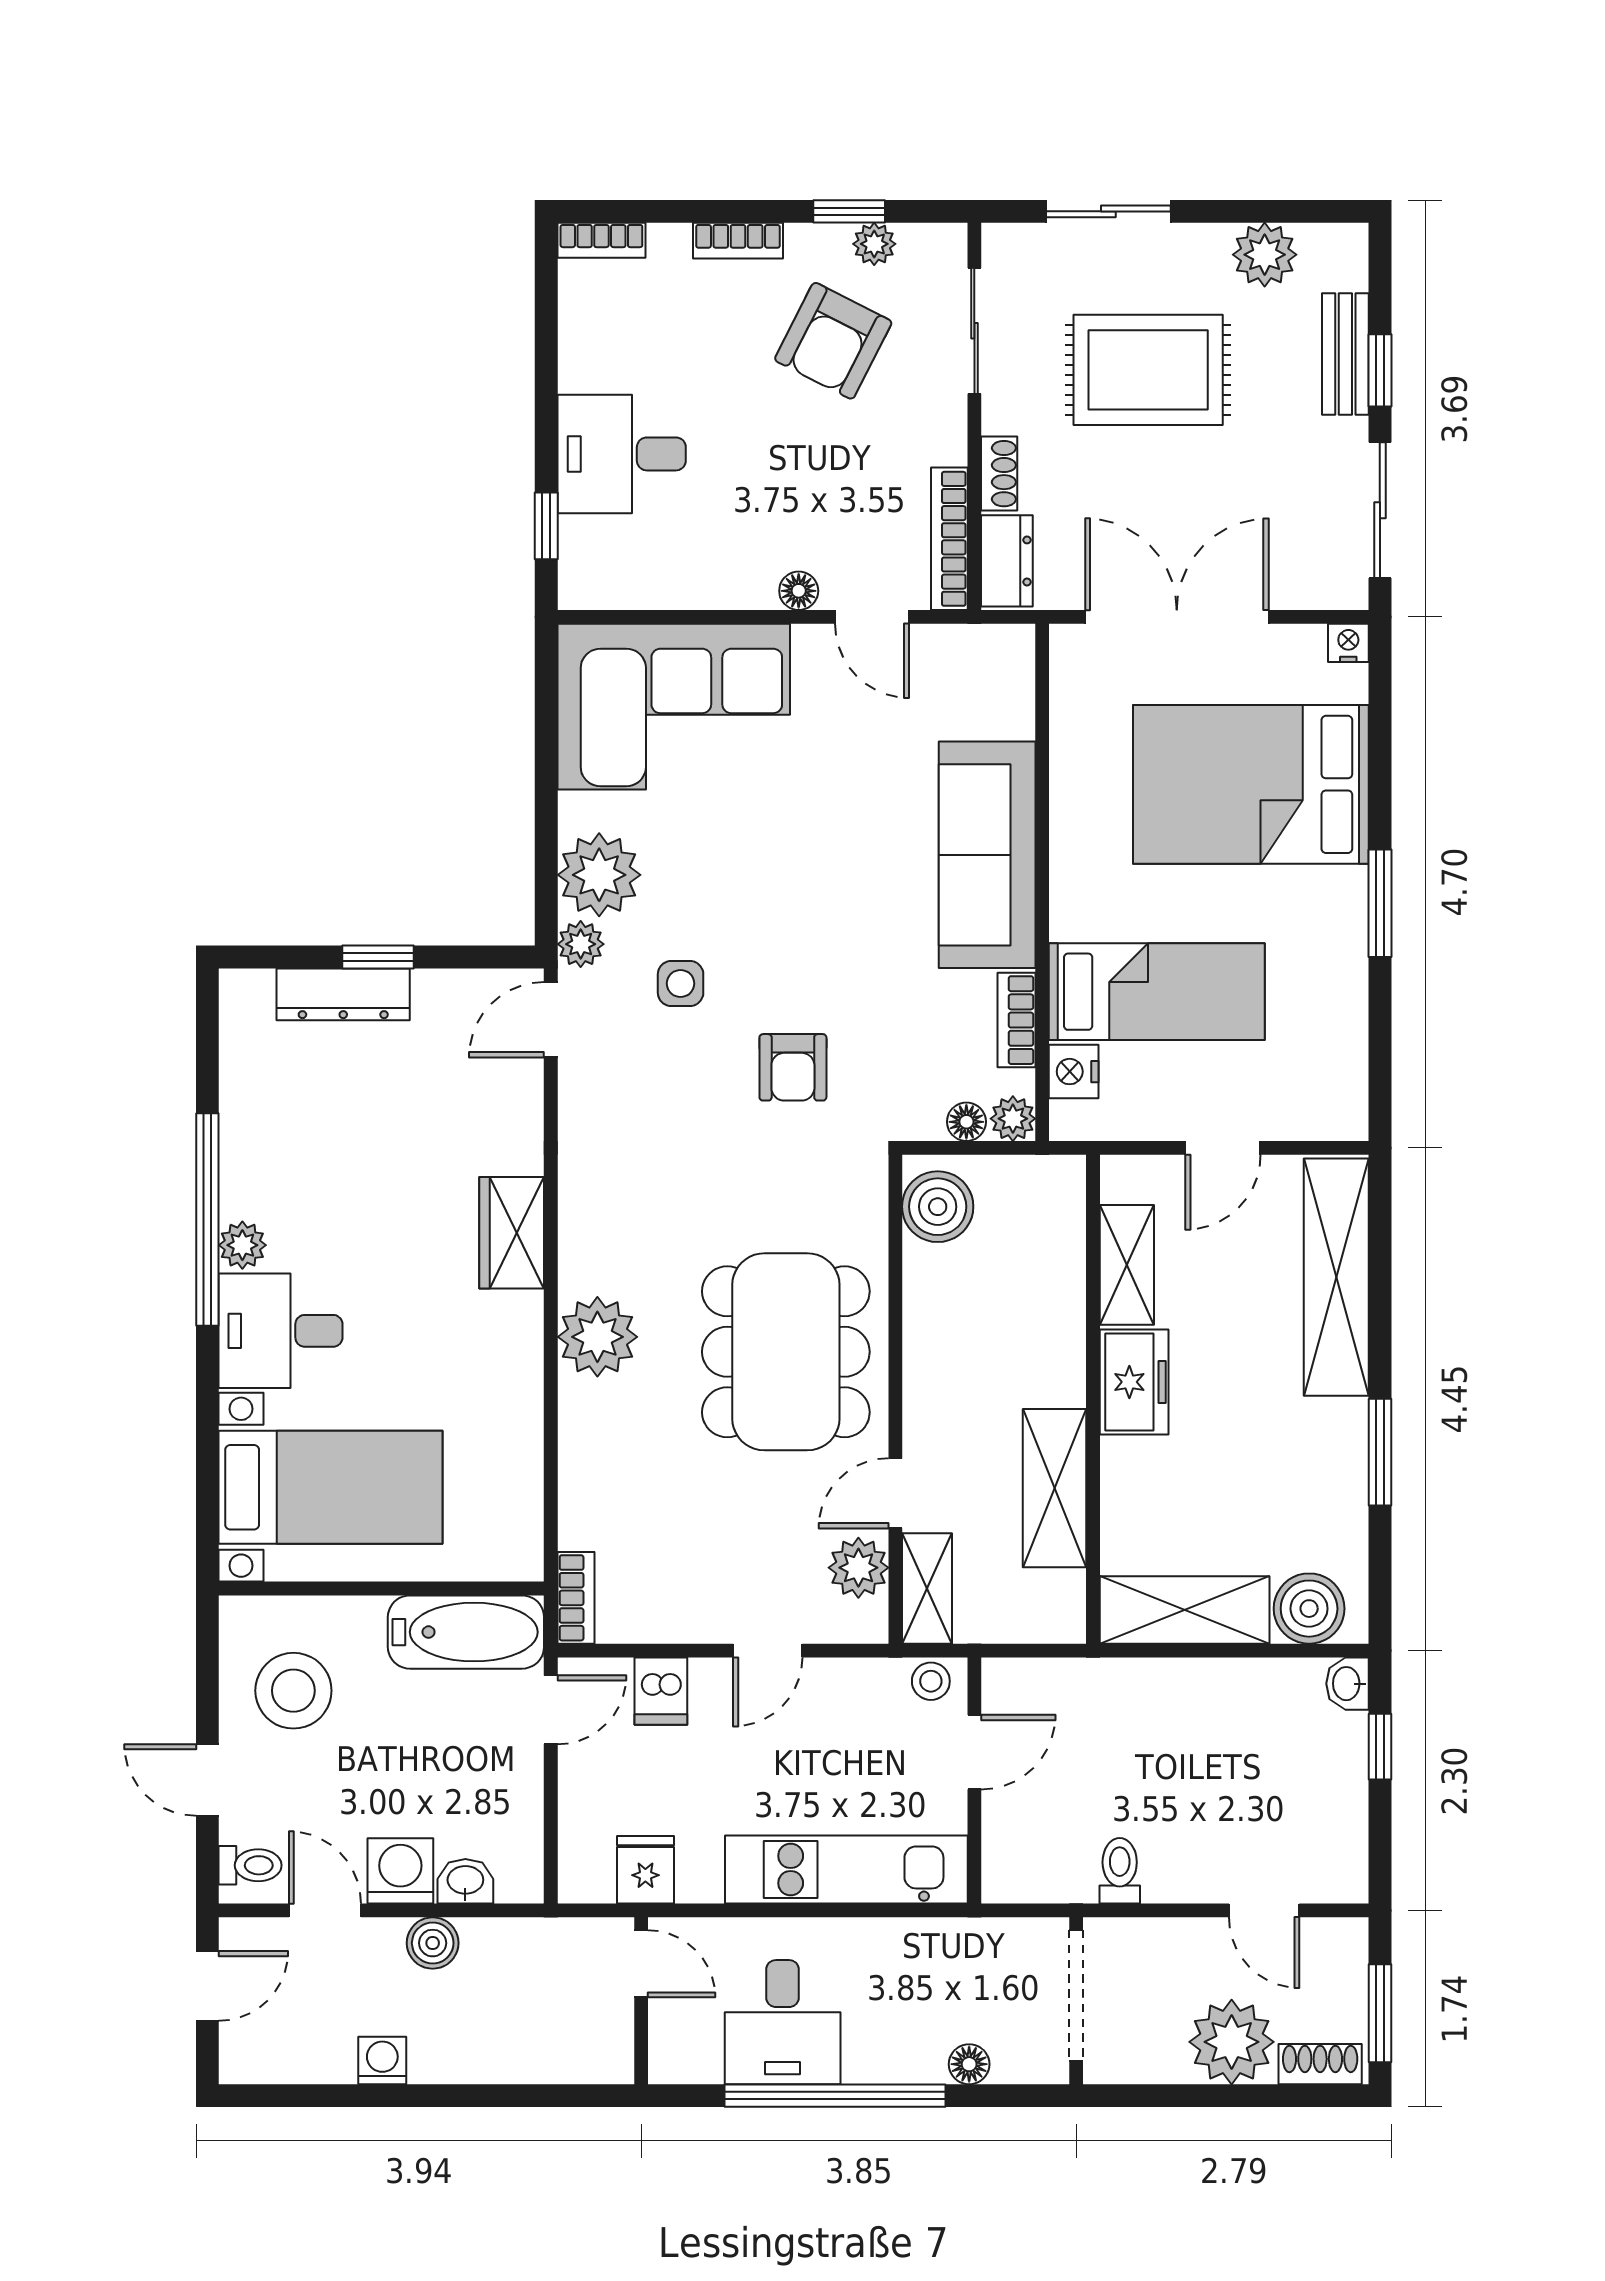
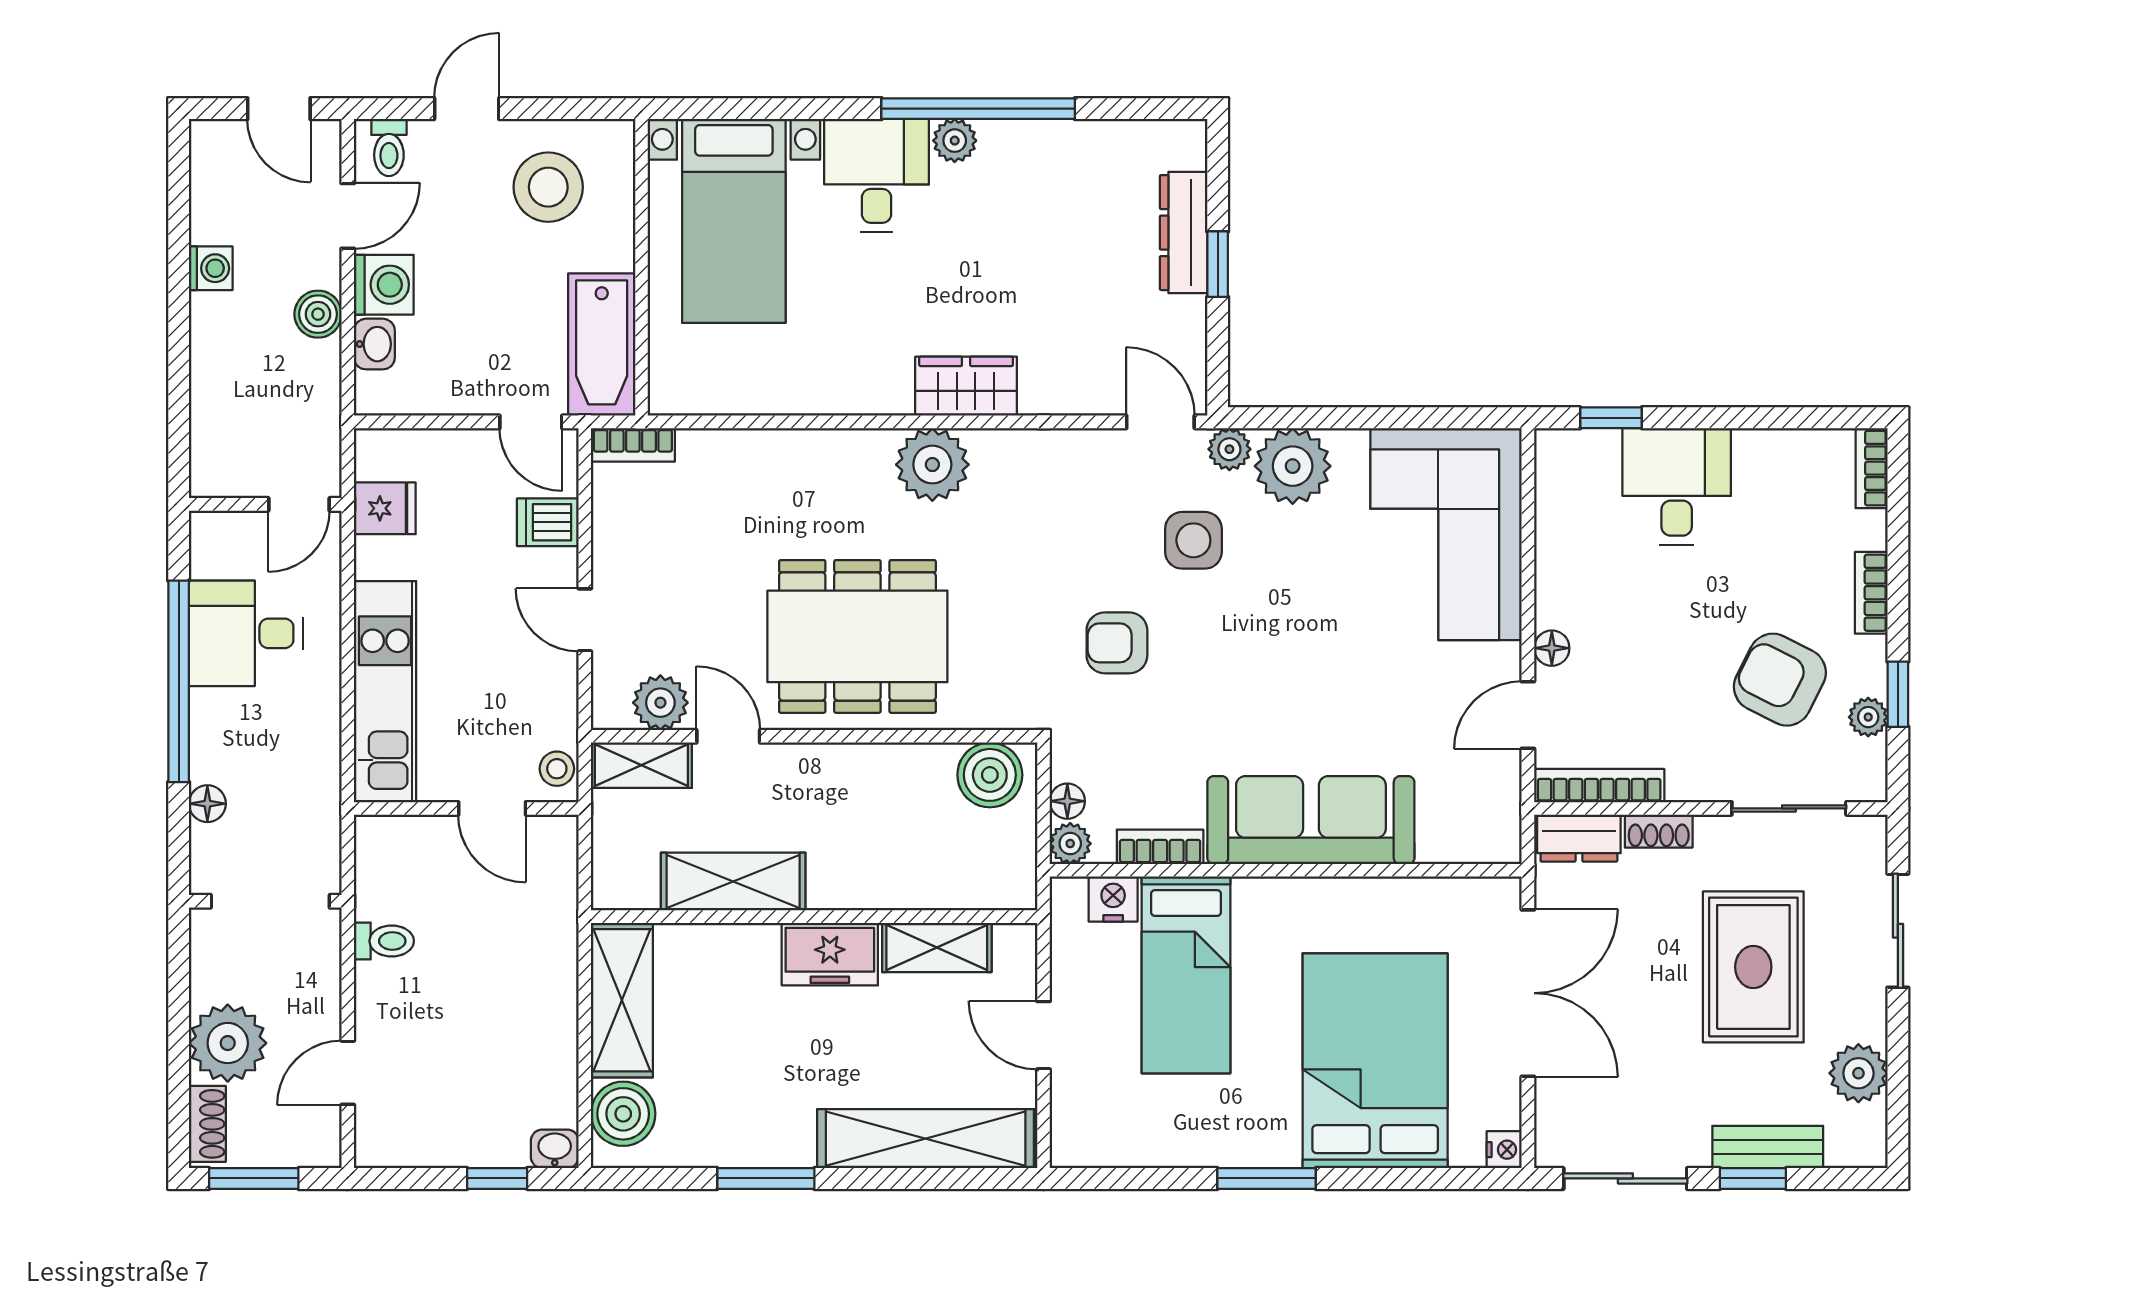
side table: (681, 983) -> (1193, 540), width x1.37, depth x1.37
plant: (597, 1337) -> (932, 465), moved

